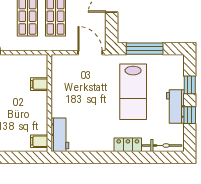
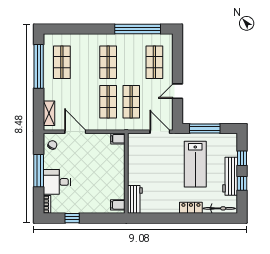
filing cabinet: (39, 84) -> (118, 139), moved
workbench: (175, 107) -> (230, 176), width x1.38

